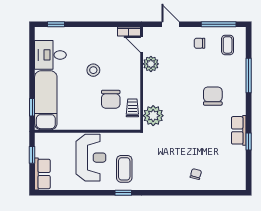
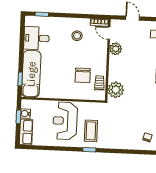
stool: (93, 70) -> (77, 36), moved
water cooler: (41, 151) -> (25, 114), added
reception desk: (91, 158) -> (65, 121), turned 180

